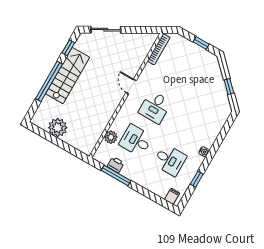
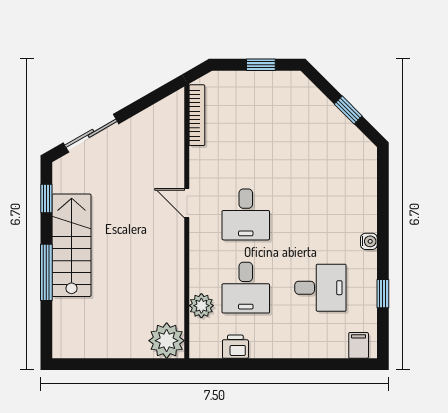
window: (49, 81) -> (46, 272), width x0.68
plant: (58, 128) -> (167, 341), moved
desk: (136, 141) -> (246, 288), turned -90
window: (116, 176) -> (246, 364), removed

